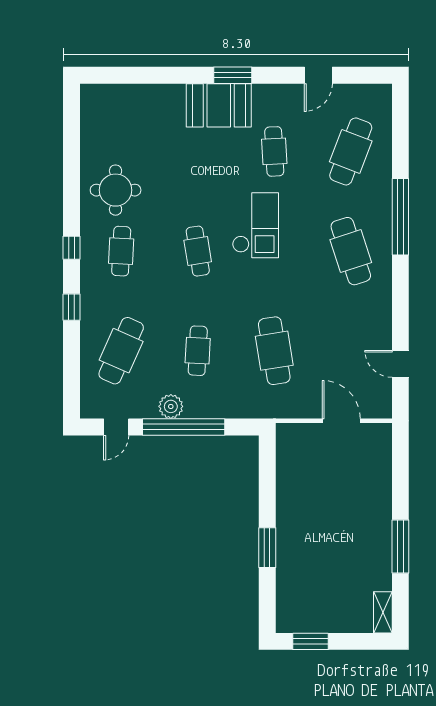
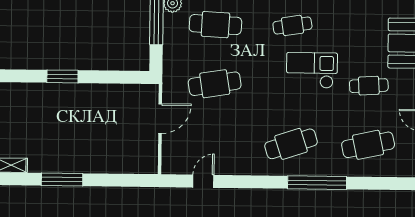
cafe table: (351, 151) -> (368, 145), turned -33
checkout: (255, 225) -> (312, 70), turned 180
cafe table: (198, 351) -> (215, 25), width x1.37, depth x1.35
door: (341, 421) -> (160, 119), moved

